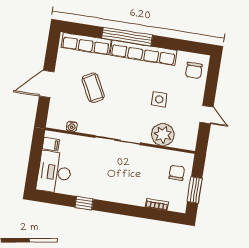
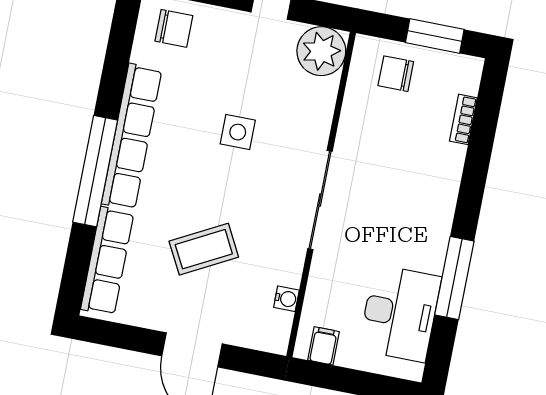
side table: (159, 99) -> (238, 132), moved
plant: (163, 135) -> (321, 51), moved
desk: (54, 172) -> (400, 313), moved, turned -90
window: (84, 203) -> (454, 278), width x2.17

